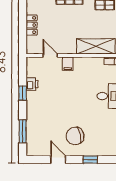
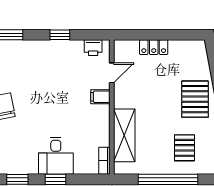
printer: (32, 84) -> (93, 48), moved

